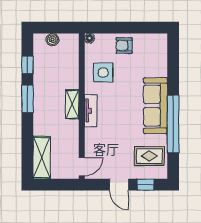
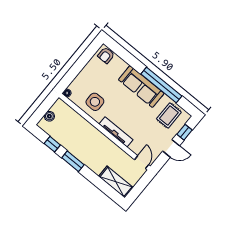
armchair: (124, 46) -> (106, 55), moved
shelving: (72, 104) -> (99, 137), removed
tv unit: (91, 111) -> (116, 132), width x1.41

